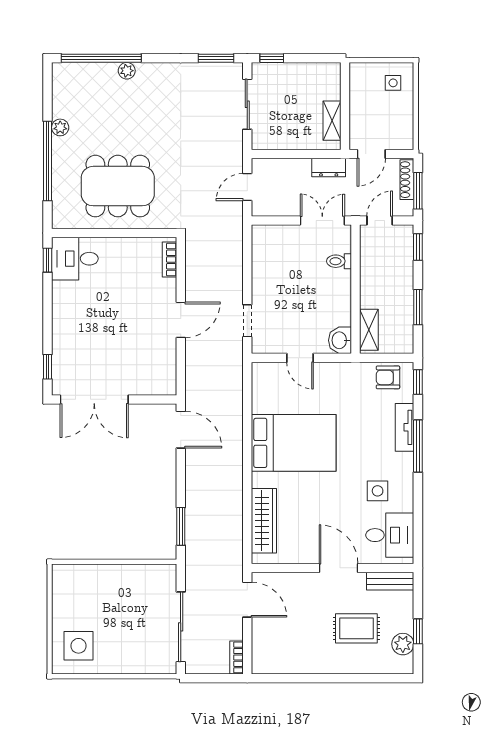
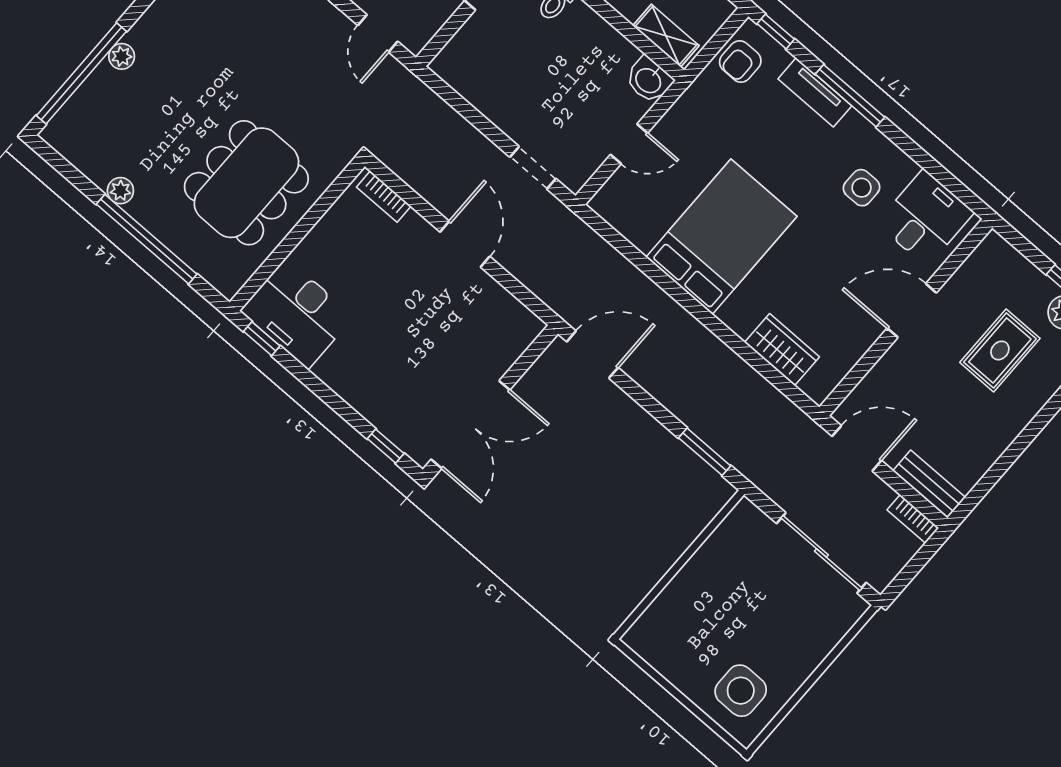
desk: (75, 259) -> (297, 314), width x1.37
wardrobe: (264, 521) -> (782, 350), width x0.67
bench: (390, 581) -> (929, 484), moved, turned 90

